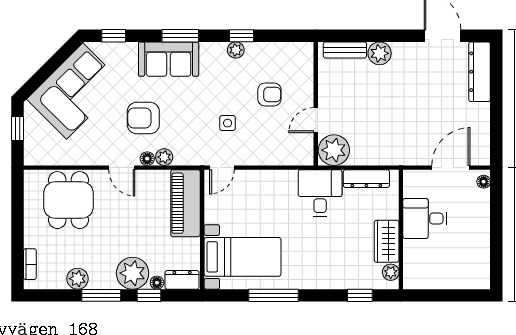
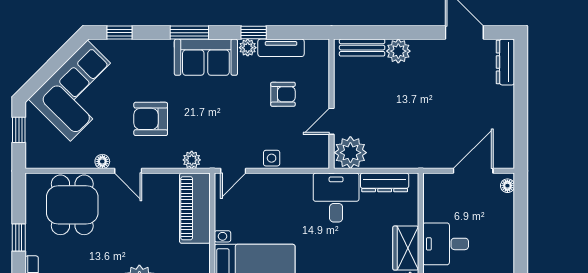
tv unit: (268, 50) -> (281, 48), added
sofa: (169, 59) -> (206, 57), moved
dresser: (480, 72) -> (505, 62), width x0.73, depth x0.80
side table: (228, 123) -> (272, 158), moved
plant: (164, 157) -> (192, 160), moved
floor lamp: (147, 159) -> (102, 161), moved
desk: (425, 219) -> (446, 244), moved
window: (17, 231) -> (19, 237), added

